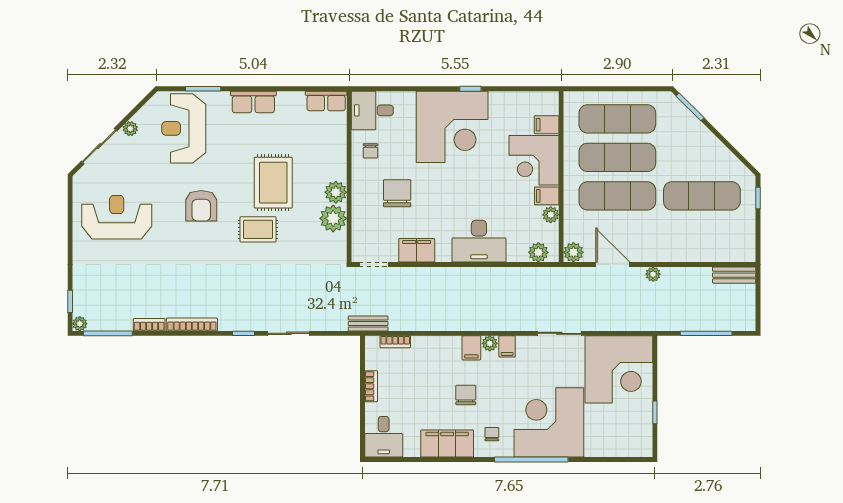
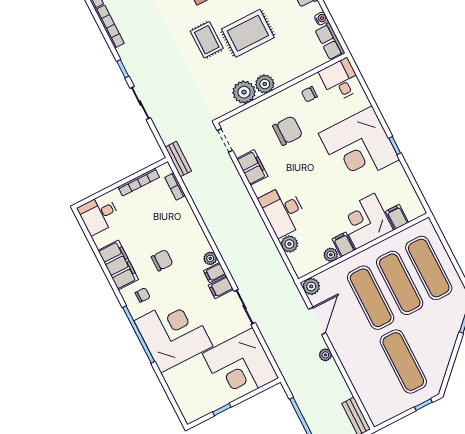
water cooler: (297, 98) -> (321, 18), added
plant: (538, 252) -> (289, 244), moved
filing cabinet: (471, 348) -> (221, 287), moved
bookcase: (371, 386) -> (139, 182), width x1.56

